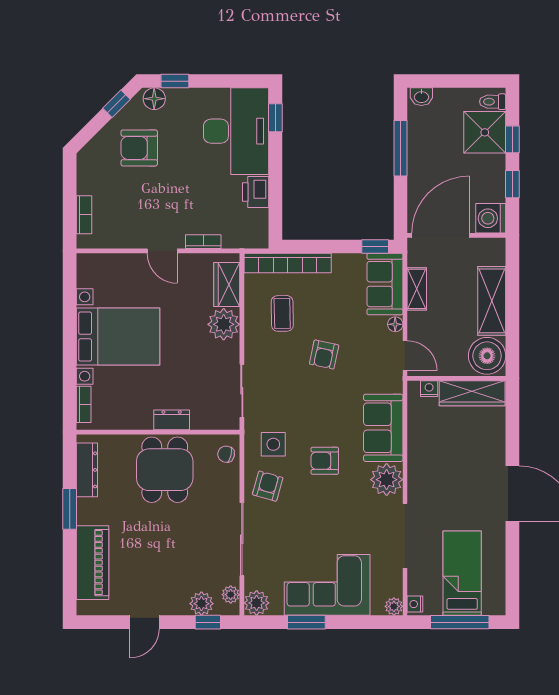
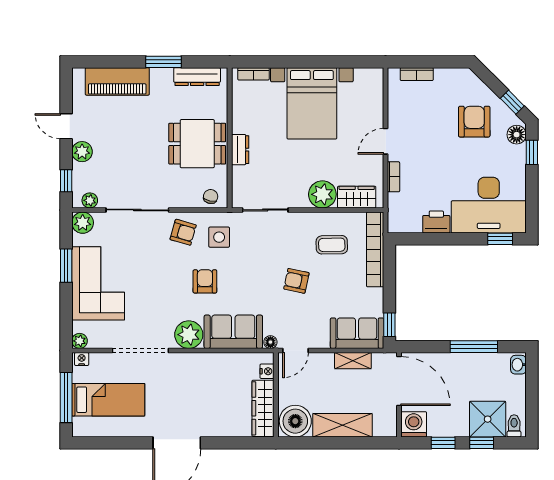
floor lamp: (395, 324) -> (270, 342), moved
plant: (201, 604) -> (82, 152), moved

